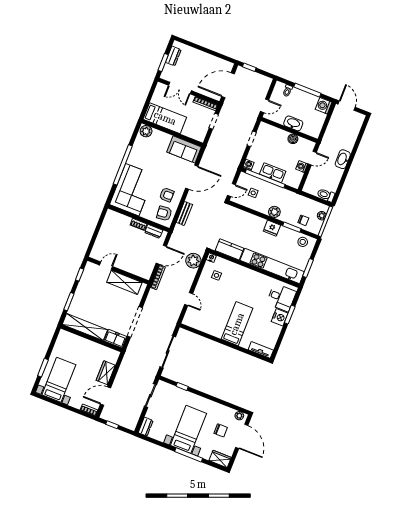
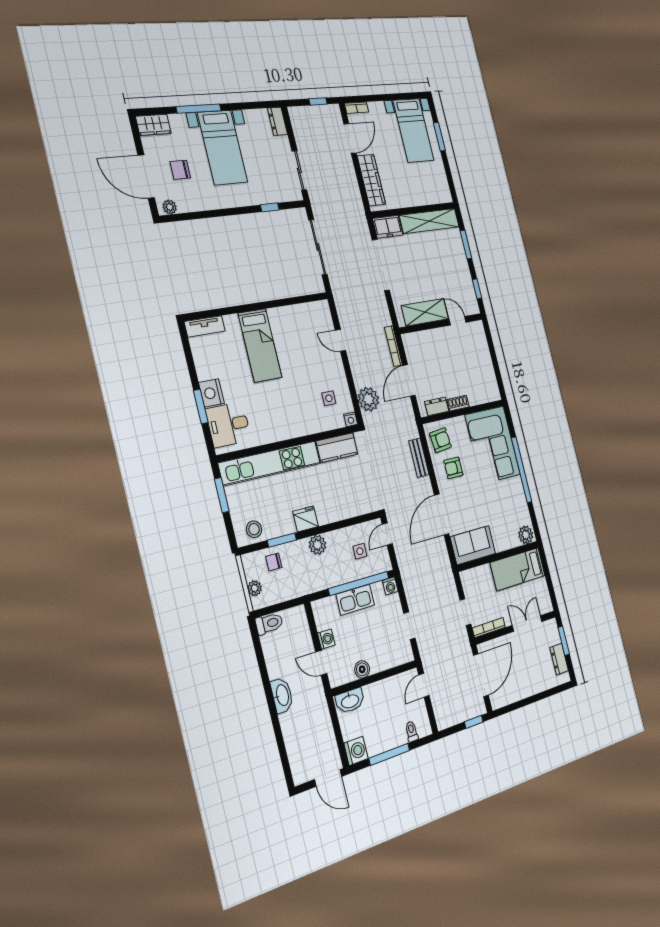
washbasin: (293, 123) -> (350, 701), moved
door: (312, 158) -> (321, 663), hinge flipped
door: (106, 266) -> (458, 321), swing flipped
wardrobe: (106, 373) -> (371, 180), width x1.50

